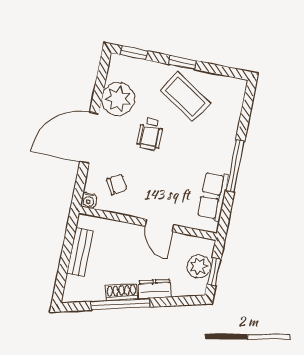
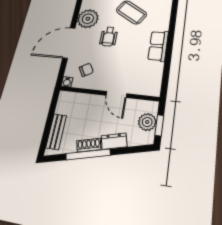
window: (235, 166) -> (169, 50), removed
row of seats: (213, 196) -> (158, 46), moved
bench: (80, 252) -> (56, 132), moved

